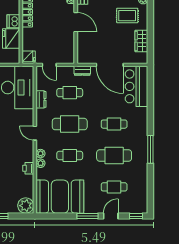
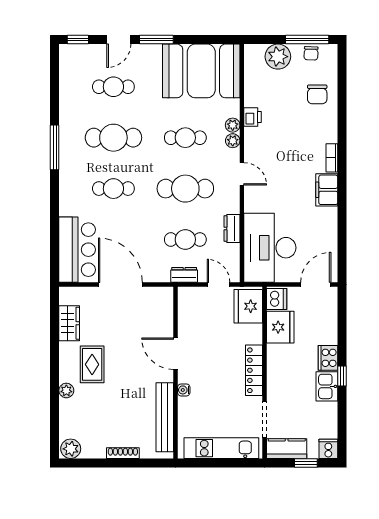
rug: (127, 16) -> (92, 364), turned 90
dishwasher: (13, 21) -> (277, 299), moved
fridge: (29, 56) -> (248, 306), width x1.88, depth x1.34
dresser: (82, 71) -> (184, 275), moved
plant: (26, 206) -> (278, 57), moved

